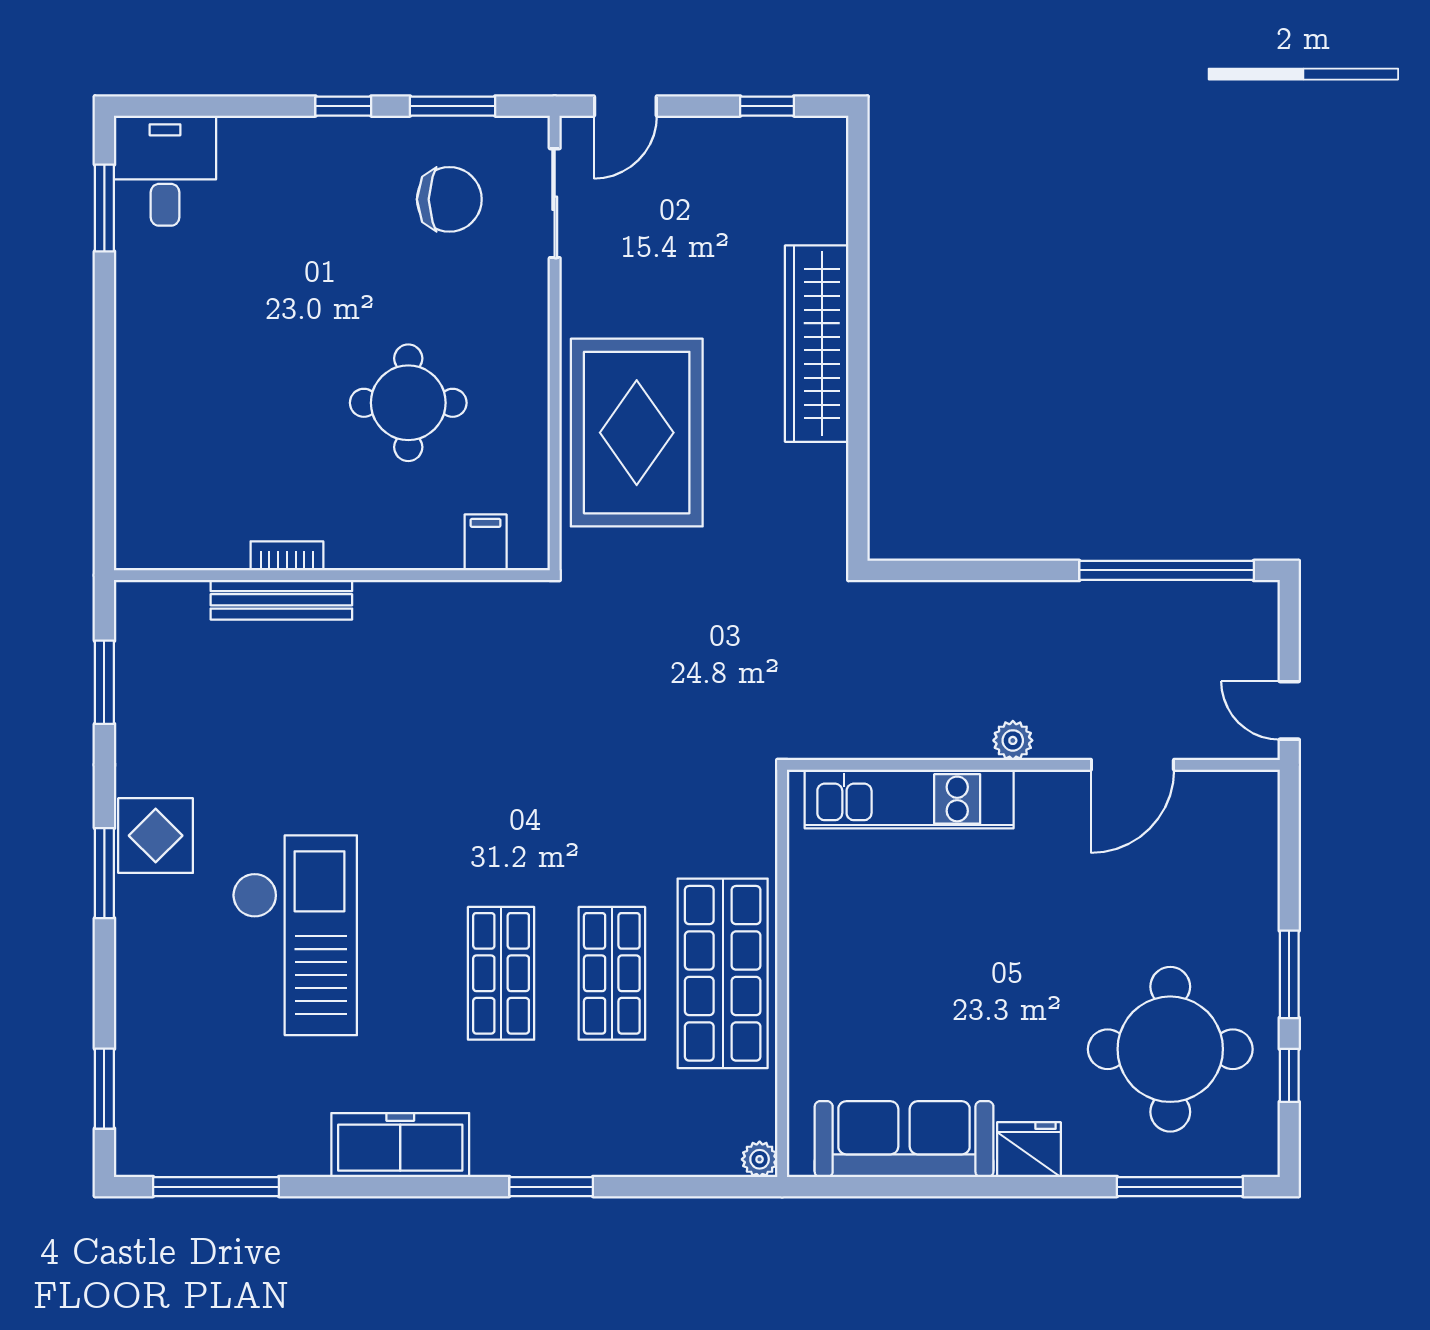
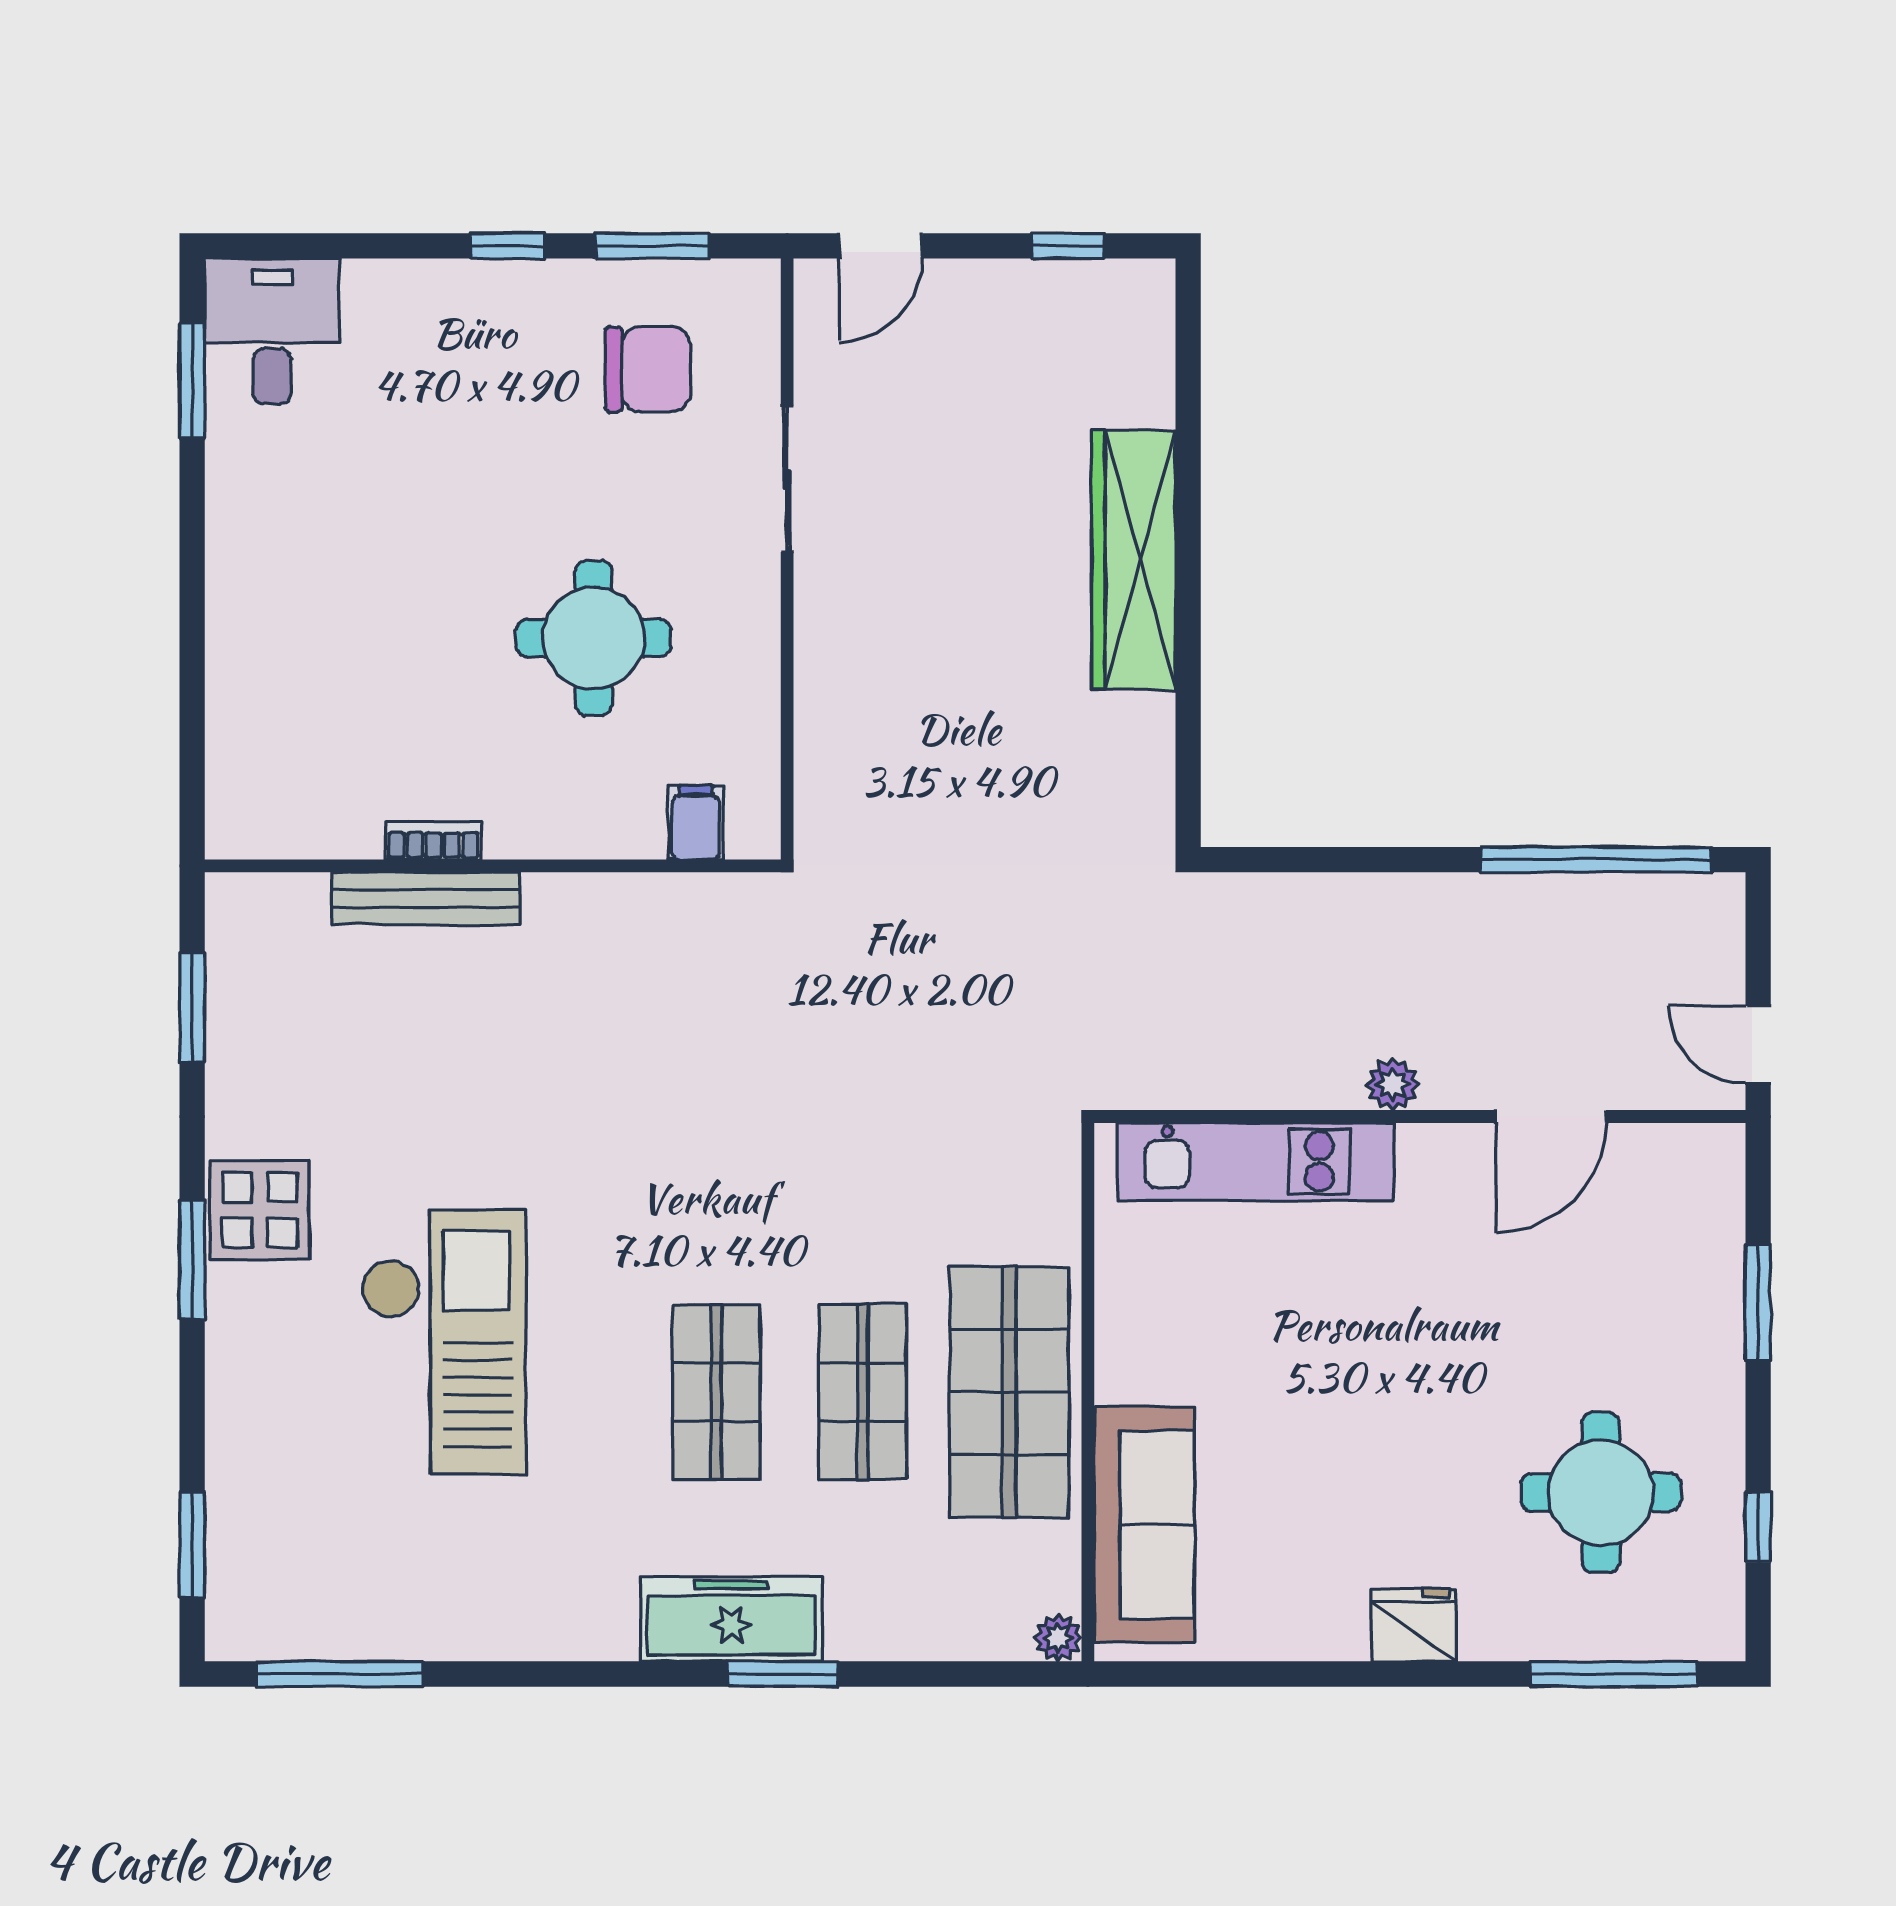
sliding door: (555, 203) -> (787, 479), moved
rug: (637, 433) -> (896, 677), removed
window: (1289, 974) -> (1758, 1302), moved
round table: (1170, 1049) -> (1601, 1492), width x0.73, depth x0.73
sofa: (904, 1139) -> (1144, 1525), moved, turned 90
freezer: (400, 1145) -> (731, 1619), moved

